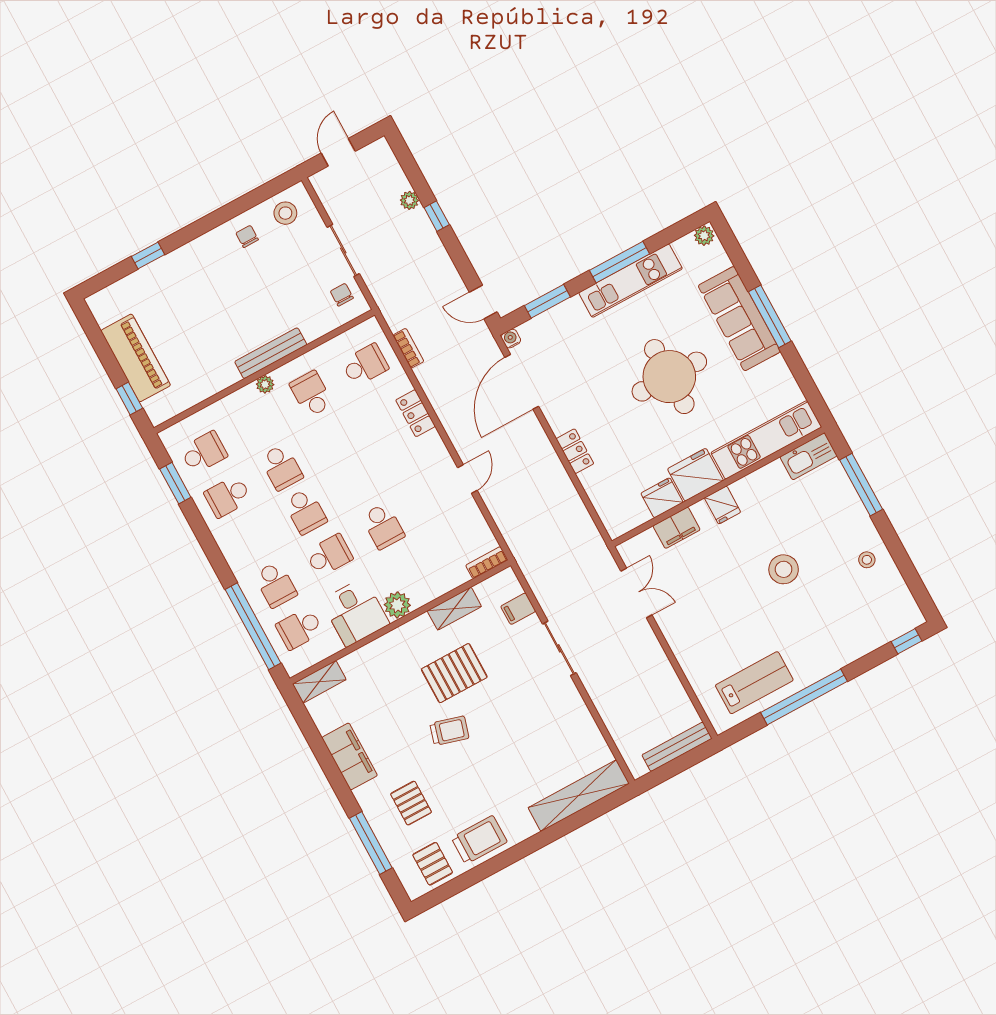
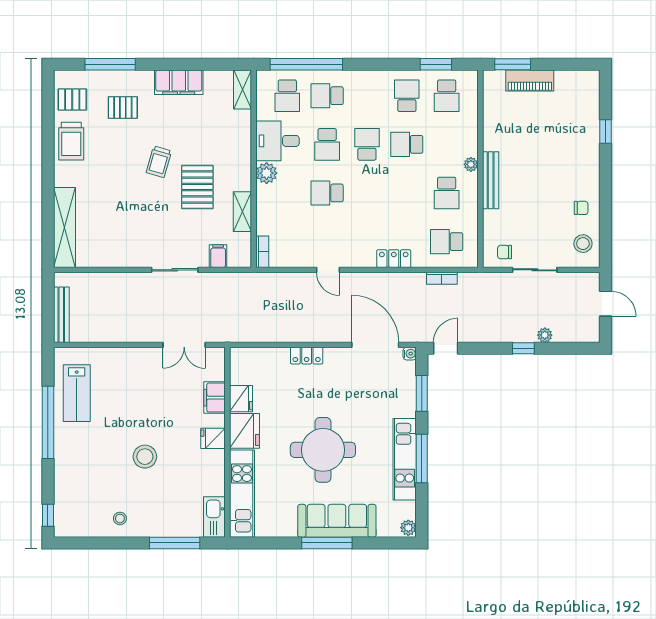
chair: (342, 295) -> (505, 252), turned 180
piano: (136, 358) -> (530, 80), width x0.73, depth x0.75
school desk: (365, 365) -> (447, 242), turned 90
school desk: (311, 394) -> (447, 193), turned 90
window: (129, 398) -> (513, 64), width x1.50
school desk: (305, 511) -> (367, 144), turned 90
school desk: (299, 628) -> (287, 96), turned 180

